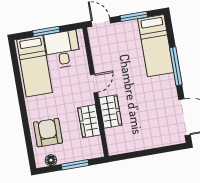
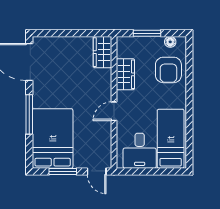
window: (46, 31) -> (153, 172), removed
bed: (156, 46) -> (53, 138), width x1.50
wardrobe: (110, 111) -> (102, 52), moved

